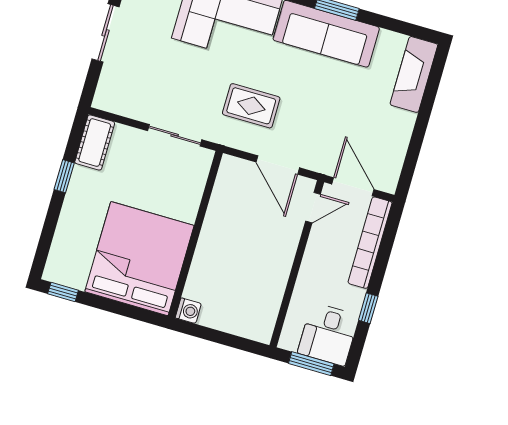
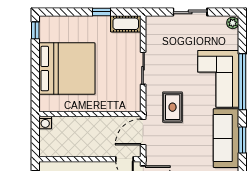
wall: (195, 234) -> (90, 114), moved
washing machine: (188, 311) -> (45, 122), moved

